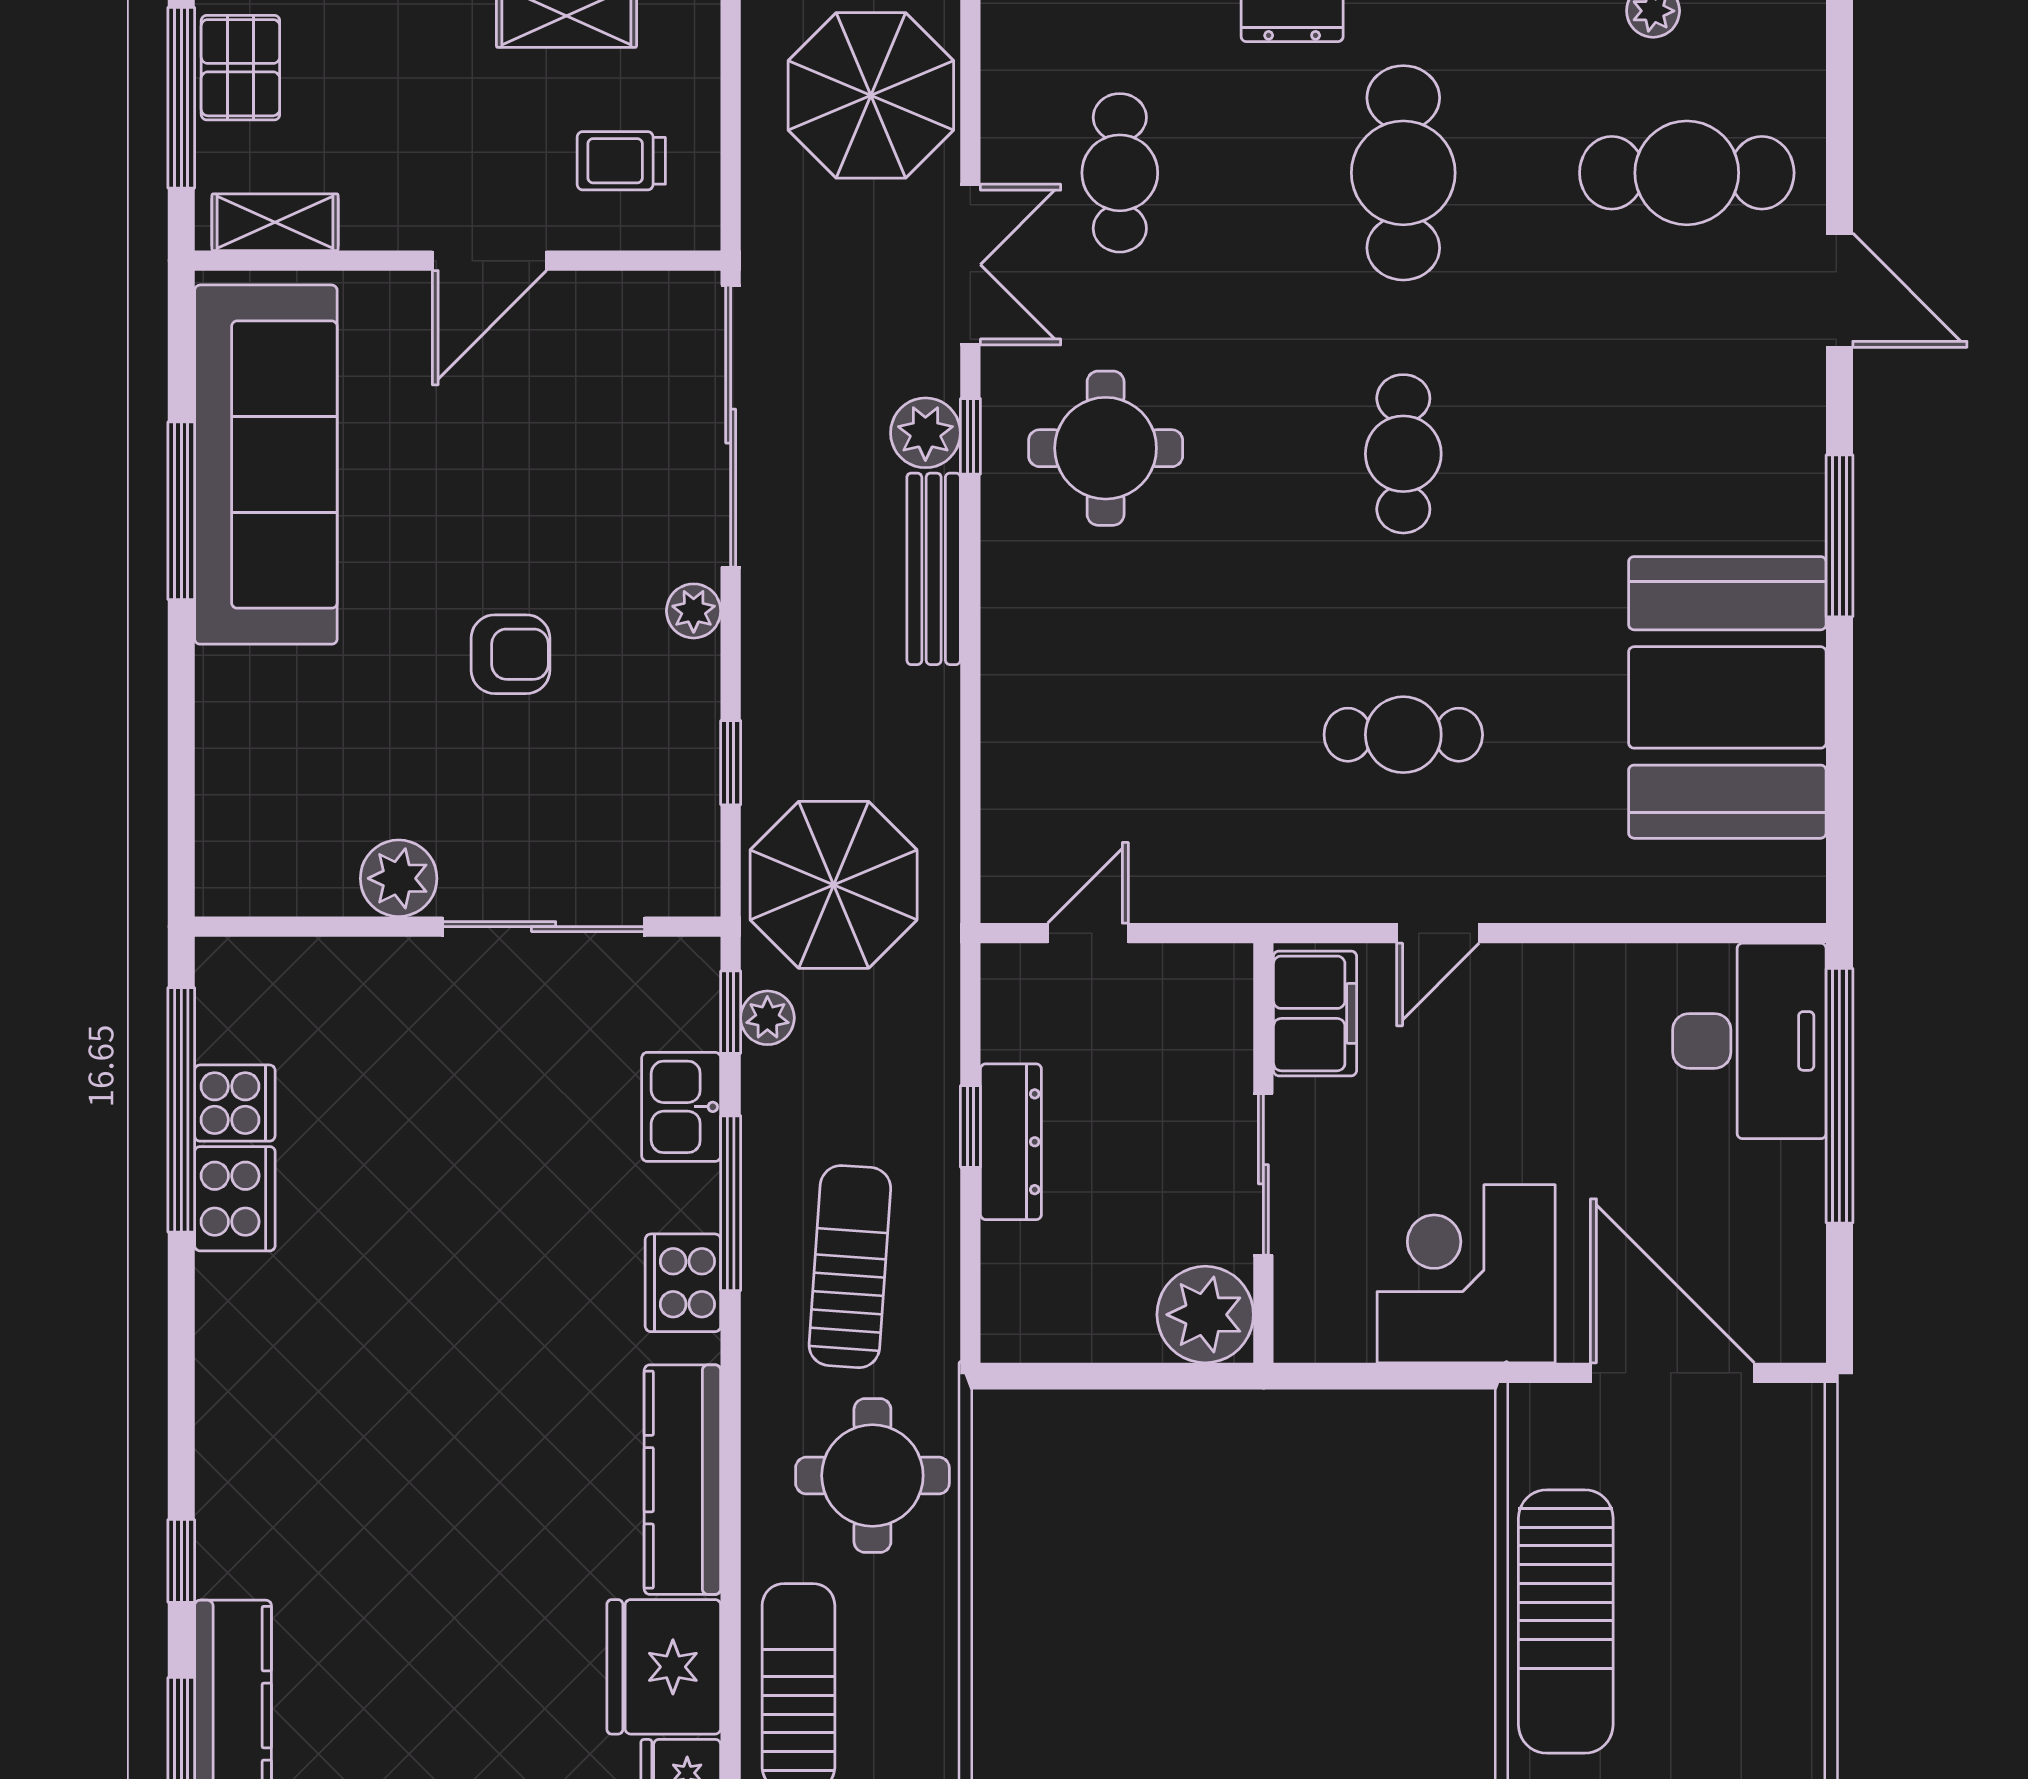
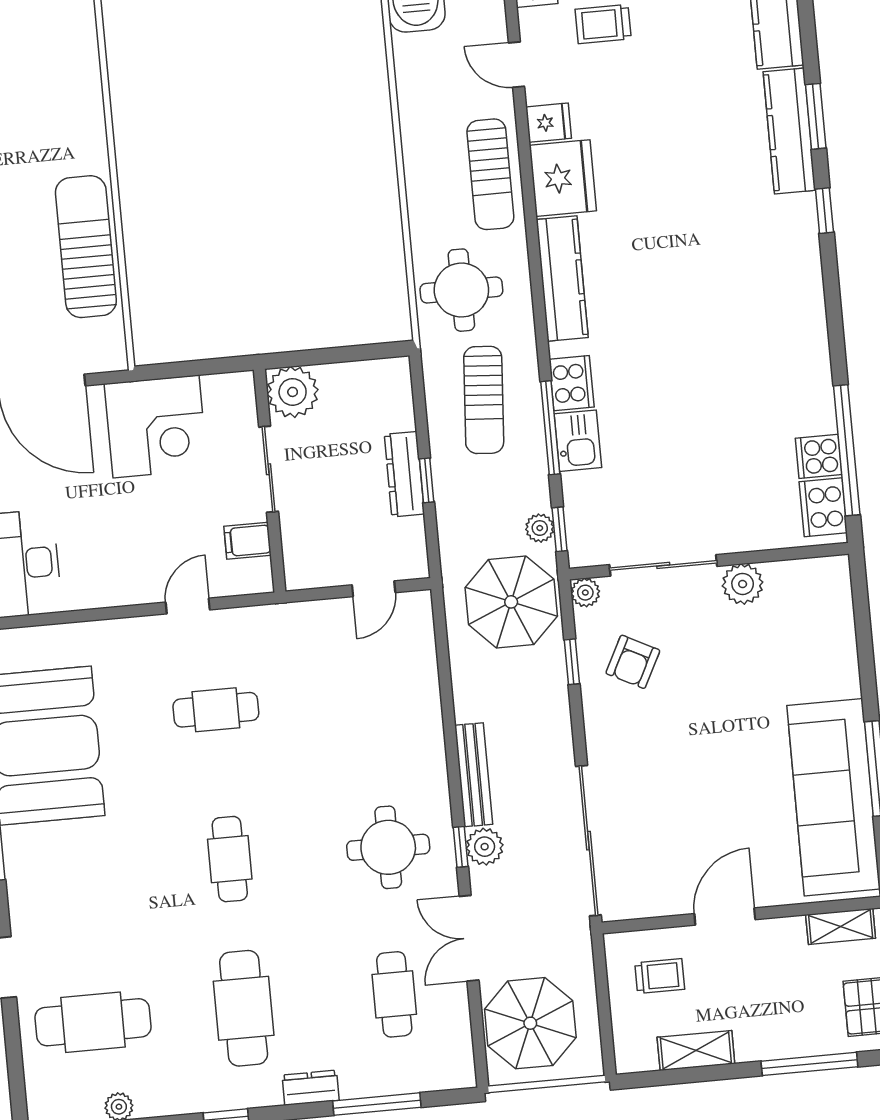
plant: (694, 611) -> (585, 593), moved
armchair: (511, 654) -> (633, 662), moved, turned -63
filing cabinet: (1315, 1013) -> (248, 541), width x0.50
kitchen sink: (681, 1107) -> (578, 441), moved
cooker: (235, 1199) -> (823, 507), moved

